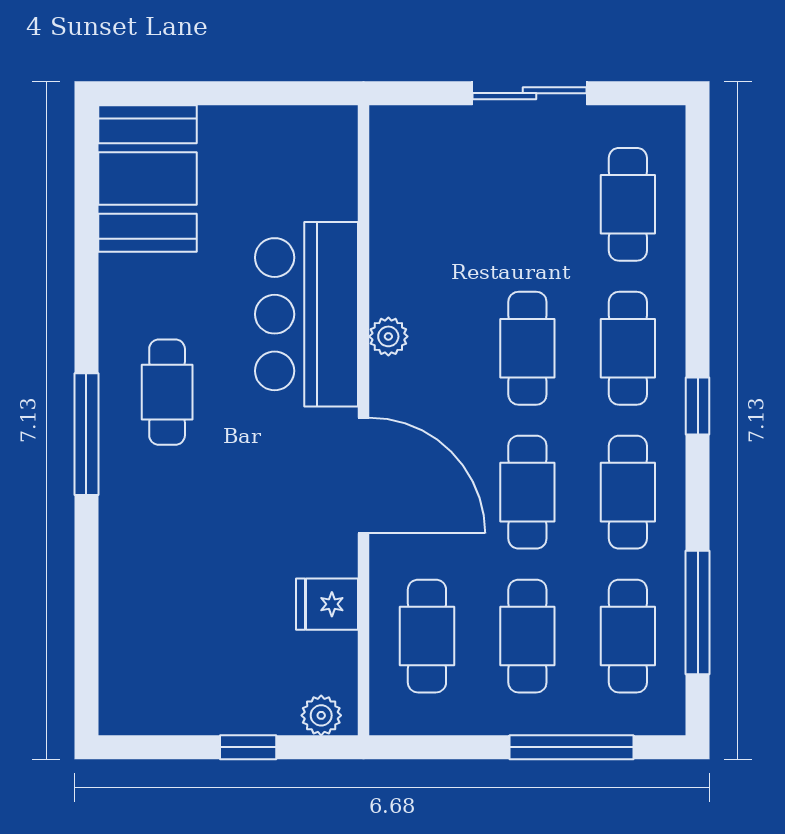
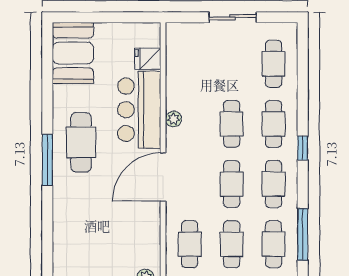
cafe table: (167, 392) -> (81, 142), width x1.37, depth x1.35
door: (363, 476) -> (163, 177), swing flipped
fridge: (327, 604) -> (148, 59), moved

